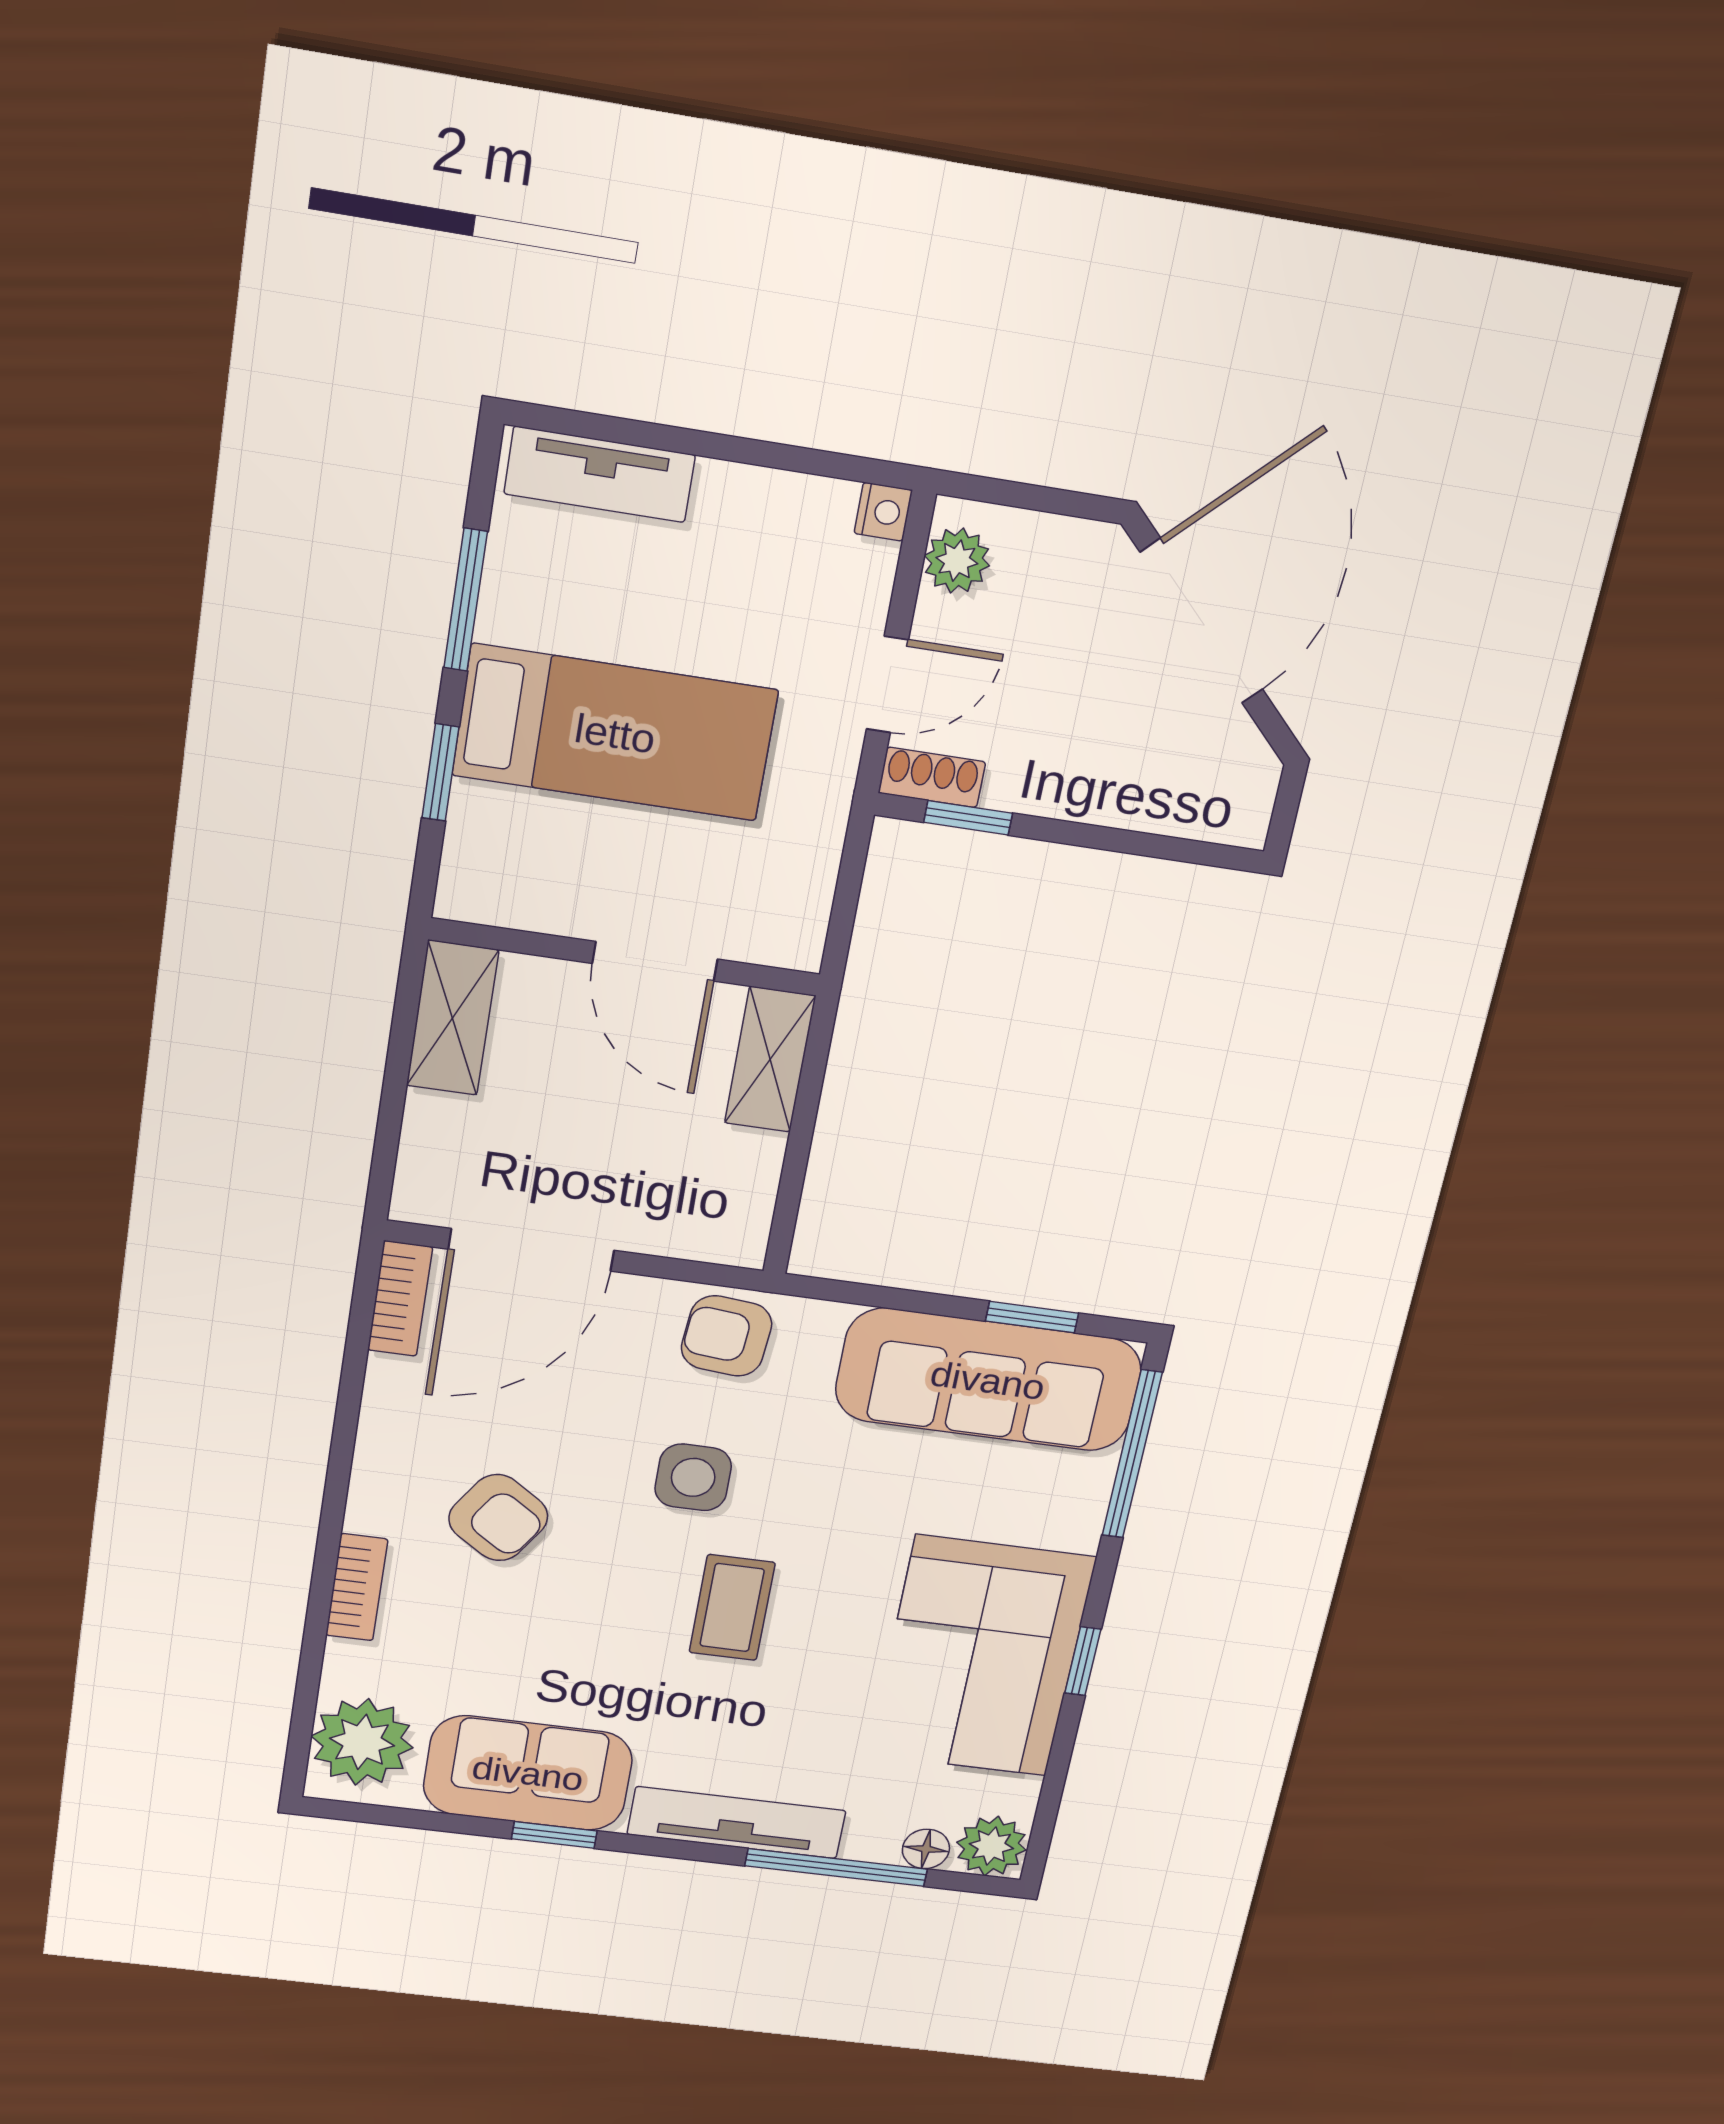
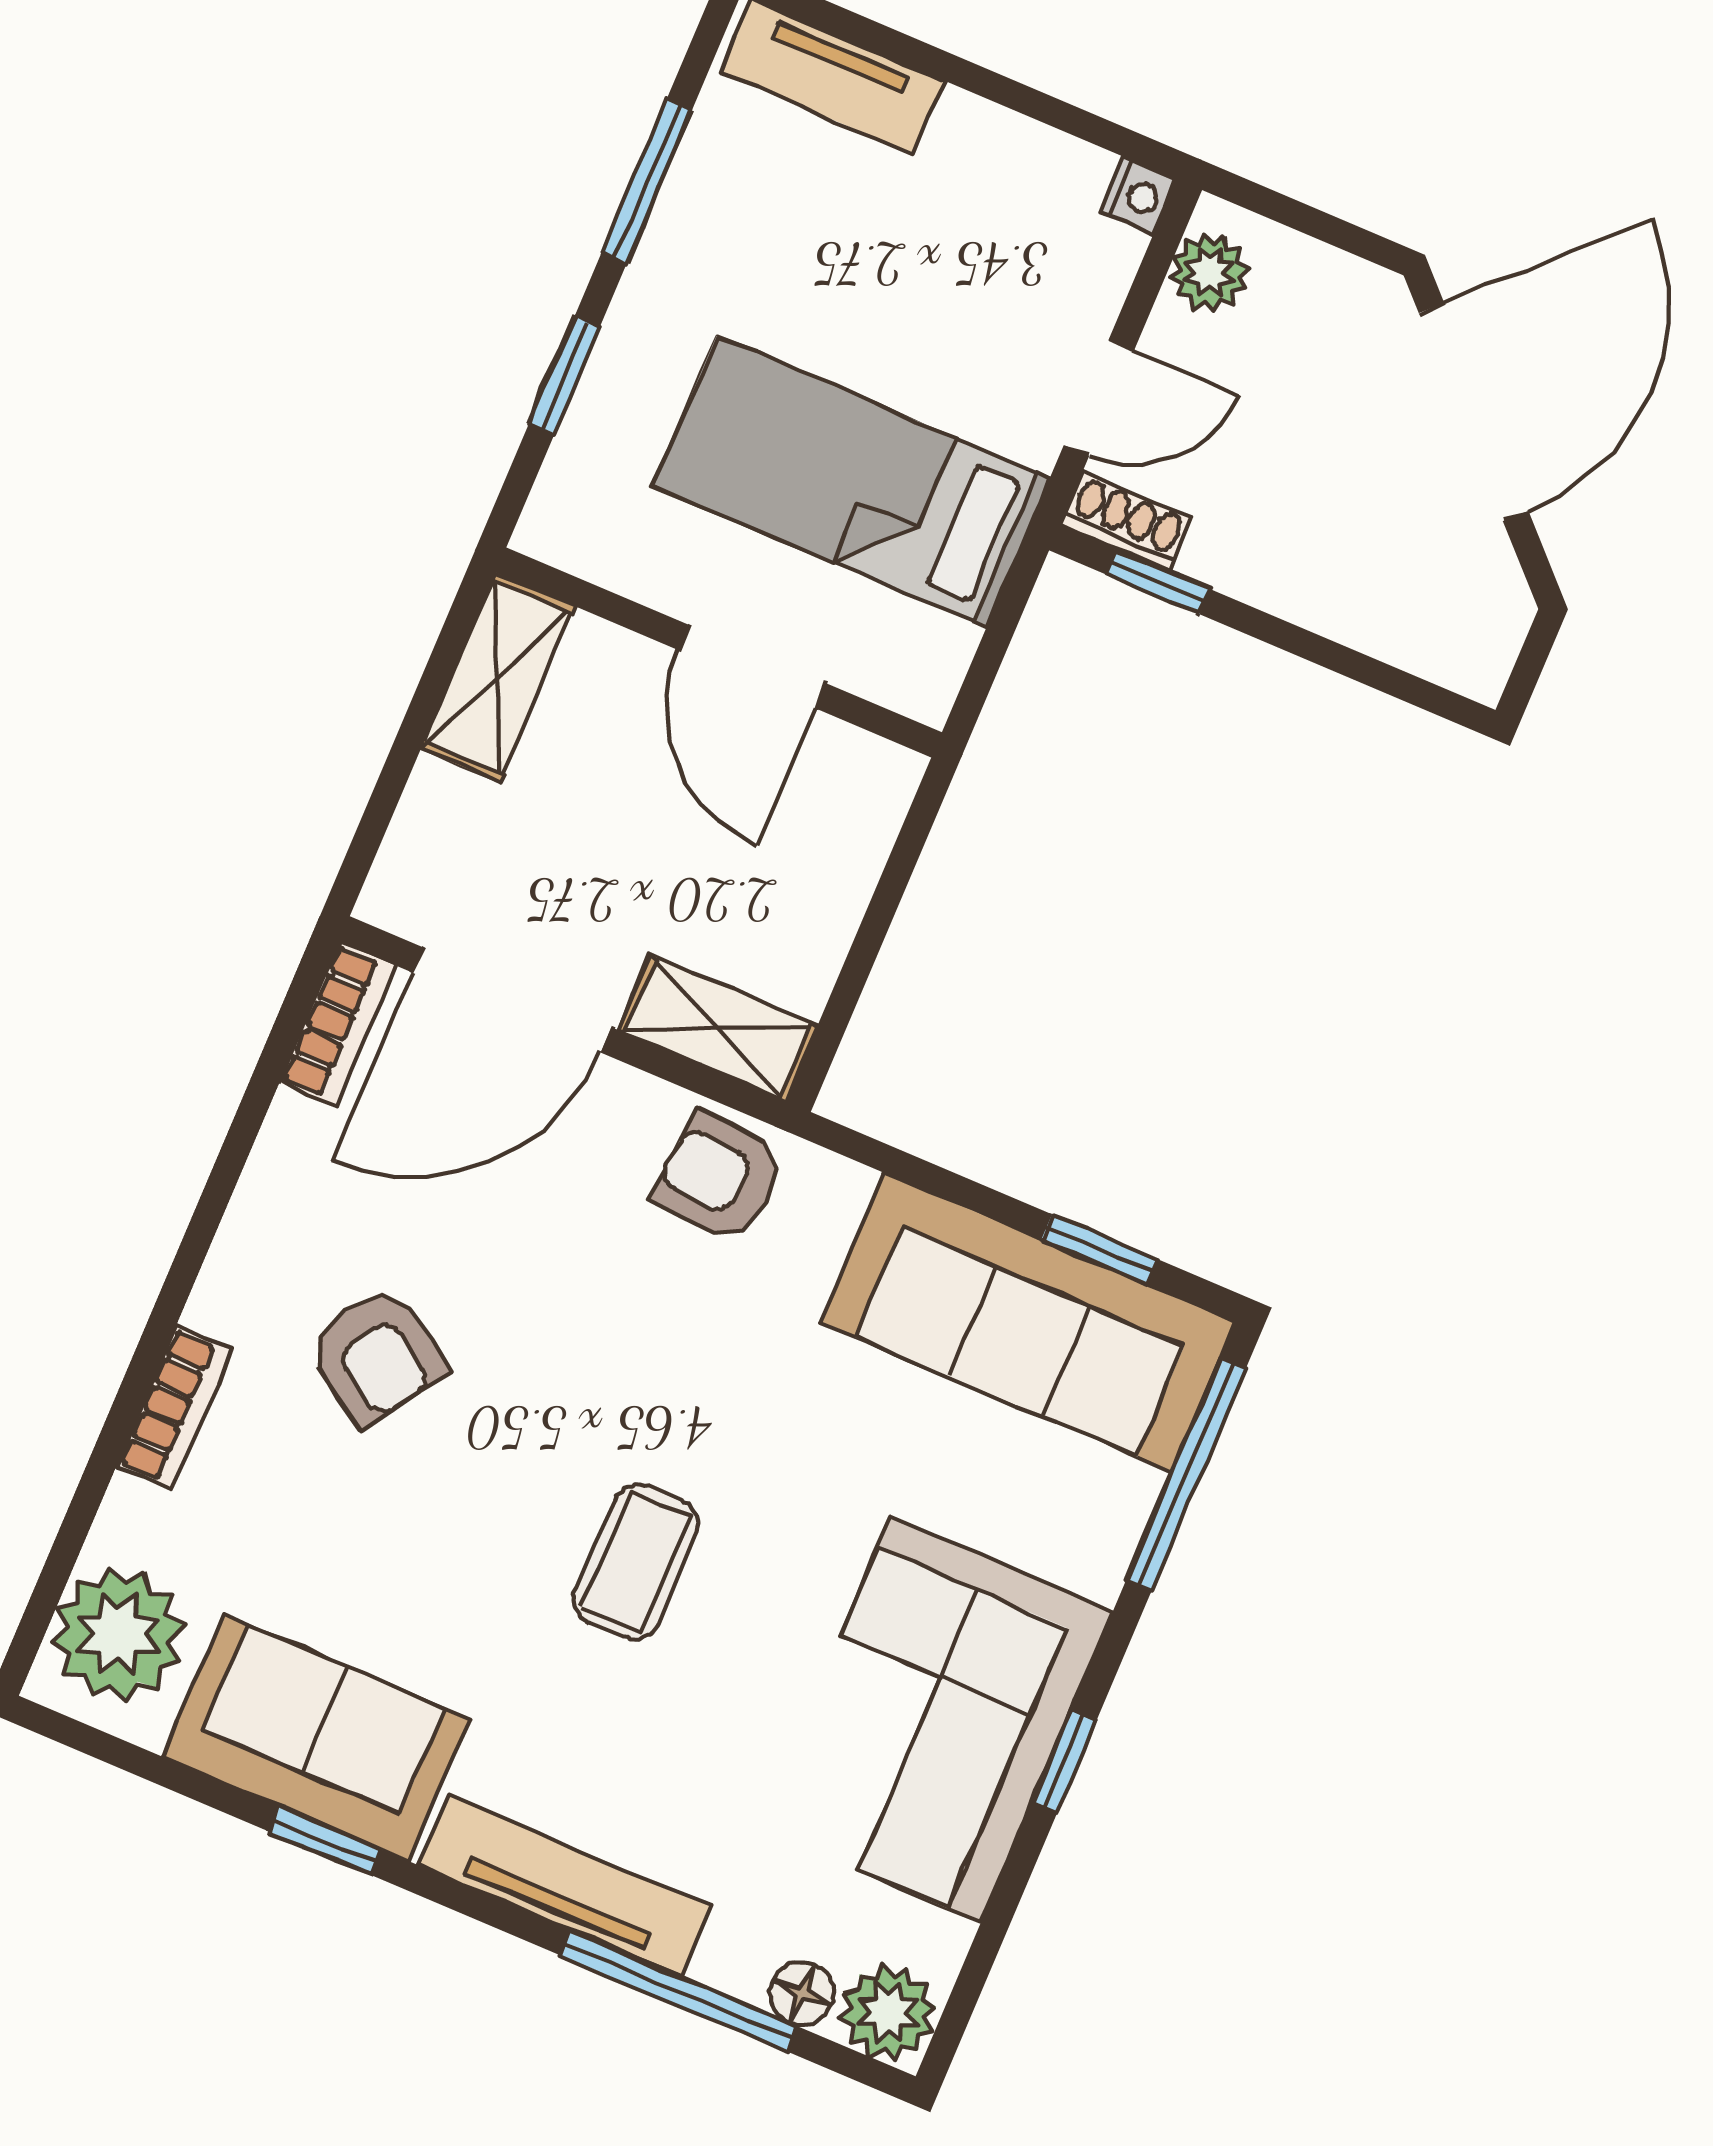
bed: (615, 733) -> (852, 482), moved, turned 180
shelving: (770, 1060) -> (718, 1028), moved, turned 90
side table: (693, 1477) -> (632, 1363), removed

